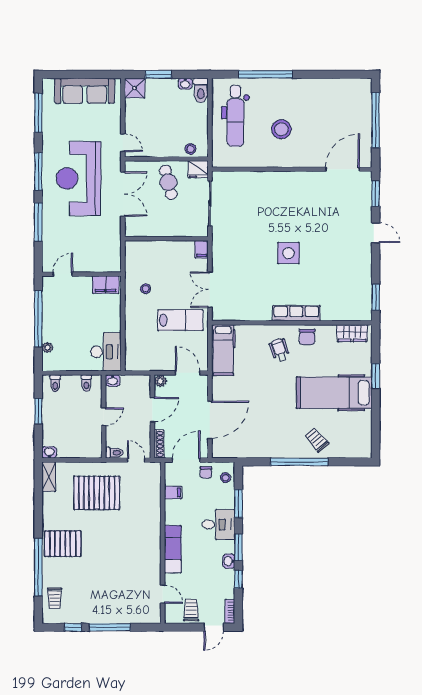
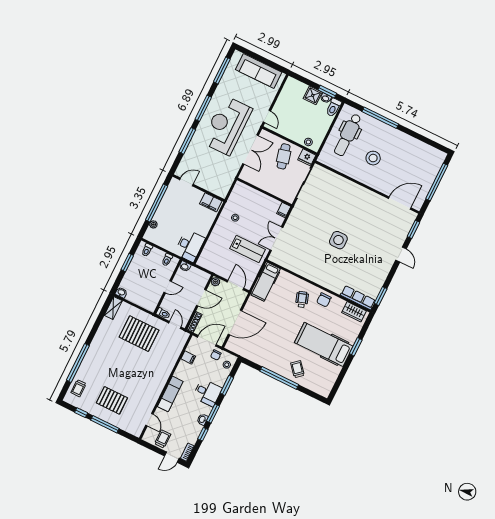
window: (158, 74) -> (327, 92), moved
shower: (135, 88) -> (313, 95), moved
row of seats: (296, 313) -> (358, 298), moved
pallet: (63, 544) -> (112, 400), moved

